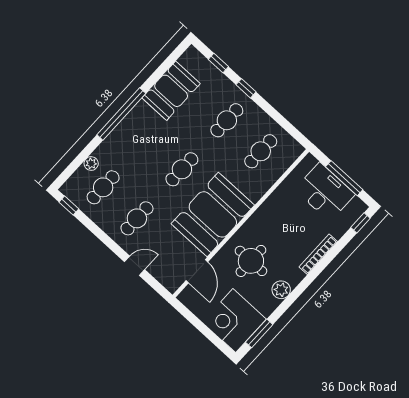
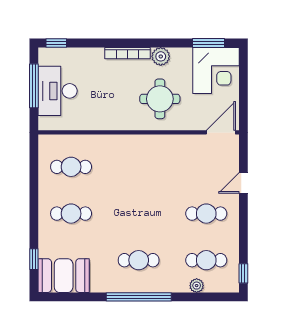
window: (246, 88) -> (34, 221), removed
booth: (171, 91) -> (64, 276), moved
cafe table: (182, 169) -> (139, 260), moved
booth: (213, 214) -> (151, 159), removed
bookcase: (318, 254) -> (128, 53), moved
door: (135, 266) -> (243, 183), hinge flipped
door: (197, 271) -> (221, 132), moved

